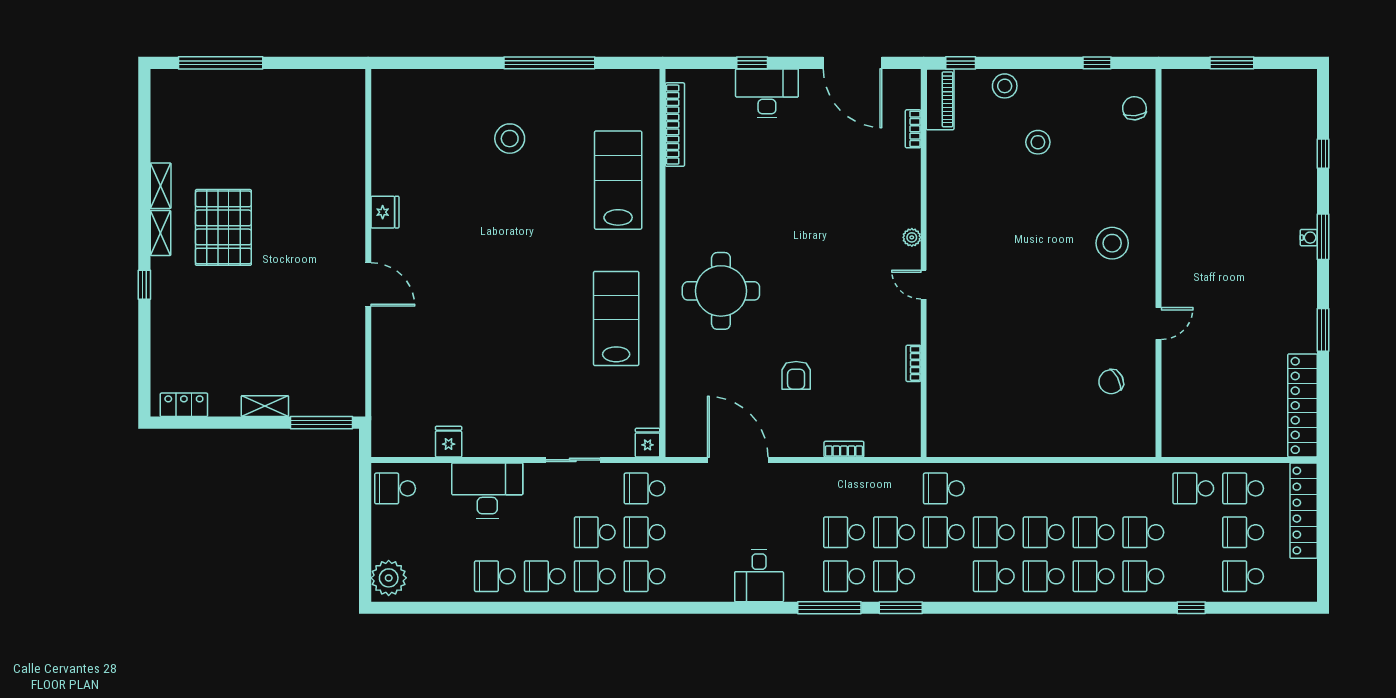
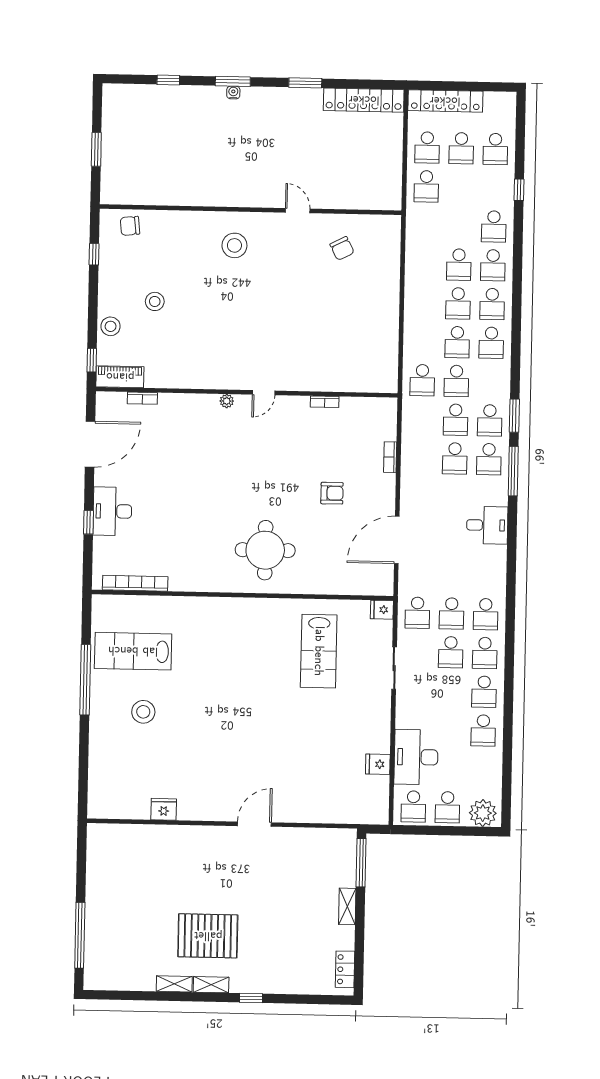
lab bench: (618, 180) -> (133, 651), moved
fridge: (385, 212) -> (164, 809), moved
lab bench: (616, 318) -> (319, 651), moved, turned -90
desk: (487, 491) -> (416, 757), moved
school desk: (1143, 532) -> (447, 807), moved

